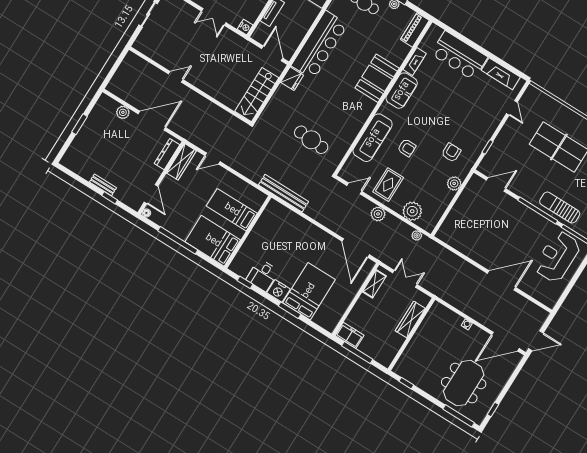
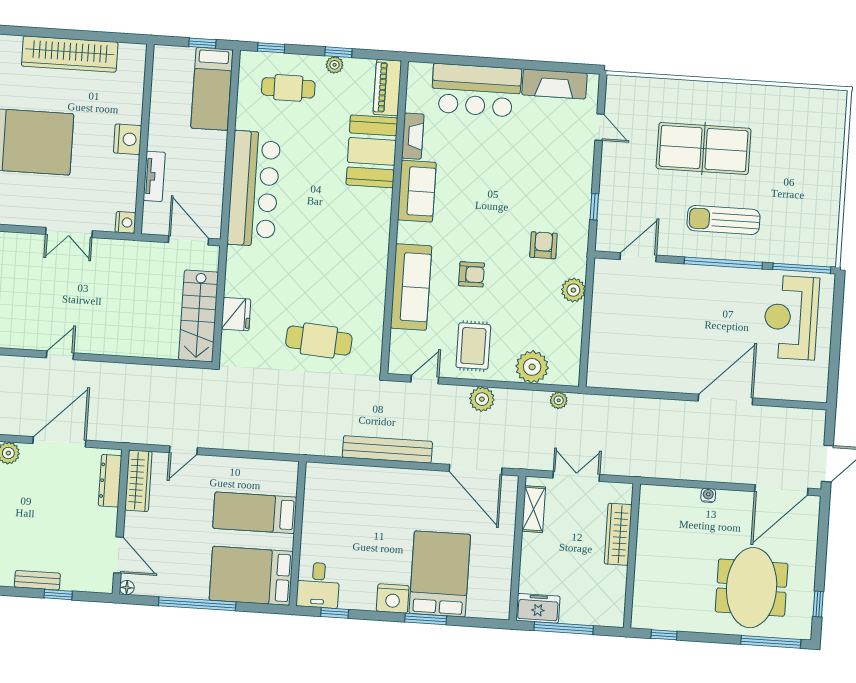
booth: (377, 78) -> (372, 151), moved
fridge: (292, 79) -> (236, 314), moved
bench: (284, 193) -> (387, 449), moved
sun lounger: (560, 208) -> (723, 220), moved
desk: (262, 275) -> (318, 585), moved

